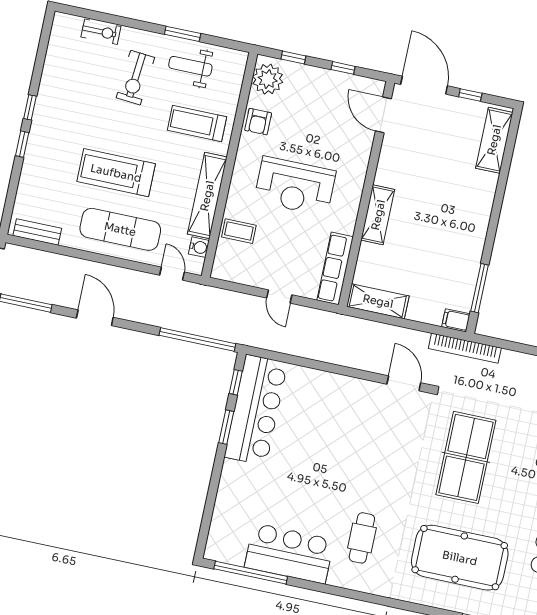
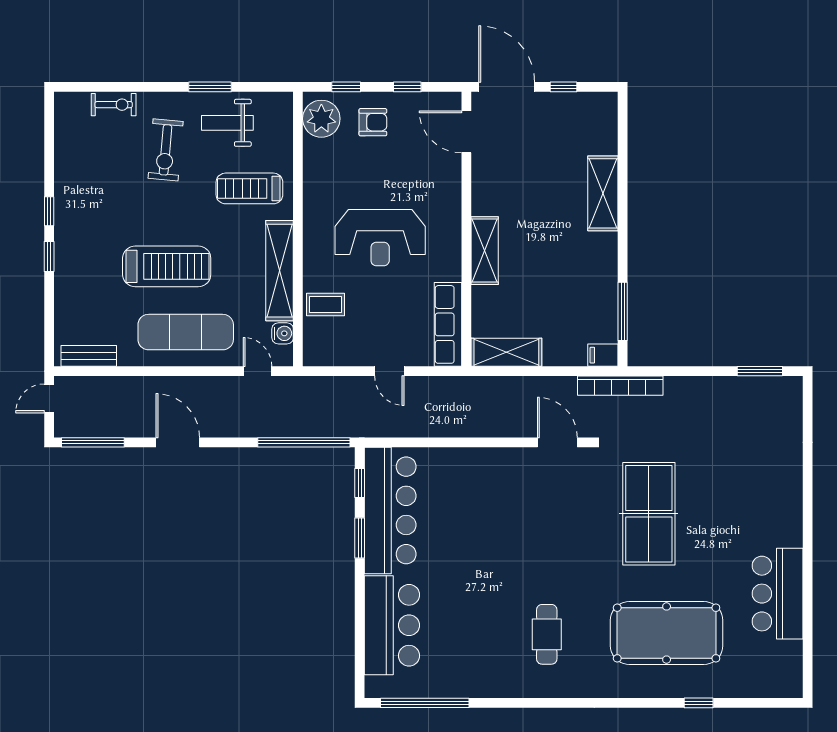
armchair: (258, 122) -> (373, 122), moved, turned -90
shelving: (494, 140) -> (603, 193), moved
treadmill: (116, 173) -> (167, 266), turned 180
bar counter: (289, 553) -> (392, 625), moved, turned 90

